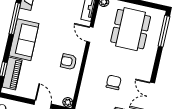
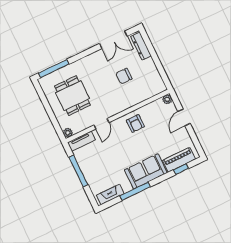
dining table: (131, 29) -> (72, 96), width x0.73

